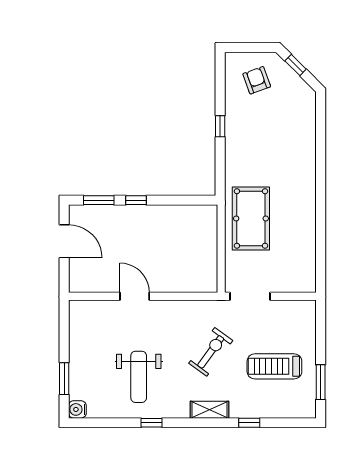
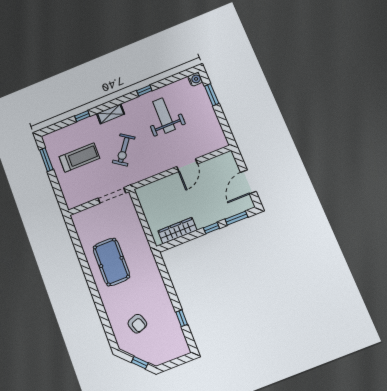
armchair: (257, 80) -> (137, 324), moved
window: (220, 126) -> (182, 318), moved
wardrobe: (181, 215) -> (177, 231), added
pool table: (251, 218) -> (111, 262), moved
door: (64, 241) -> (248, 182), hinge flipped
door: (135, 296) -> (187, 165), hinge flipped

